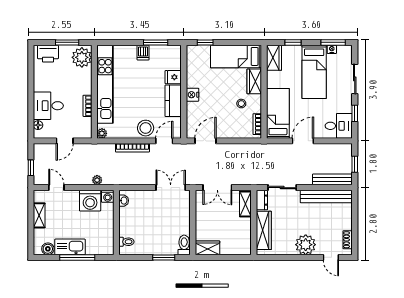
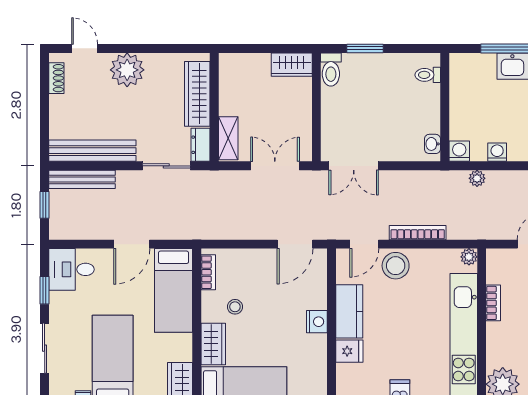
washing machine: (90, 201) -> (497, 152), width x0.53, depth x0.53

